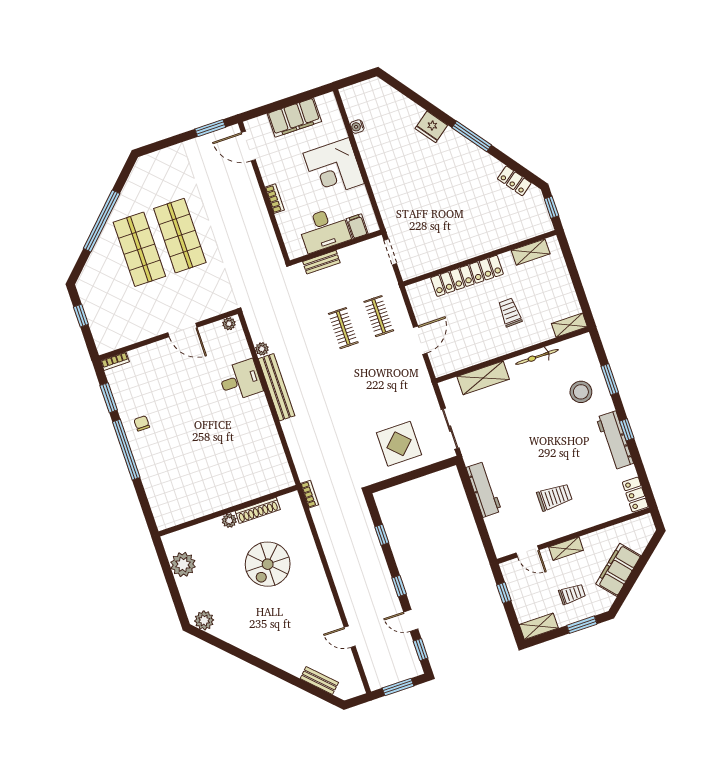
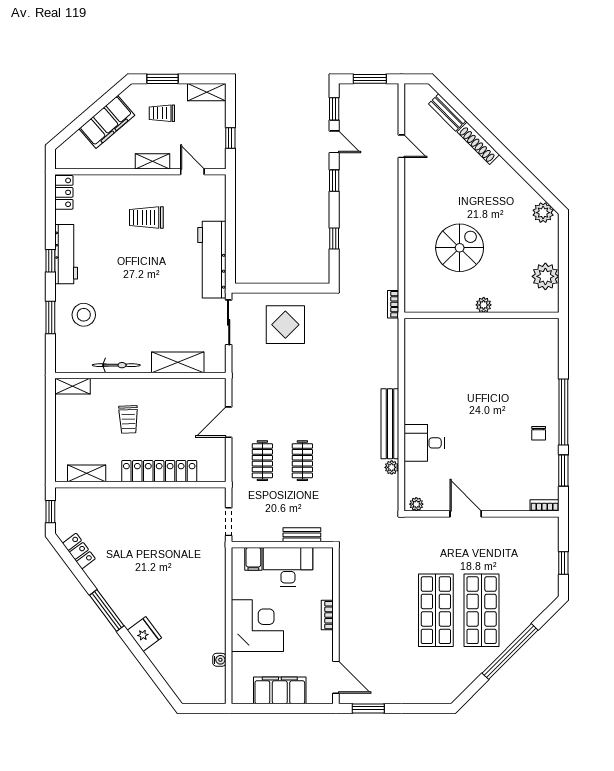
workbench: (484, 489) -> (212, 260), width x1.36, depth x1.32
shoe rack: (258, 510) -> (478, 143), moved, turned -135

